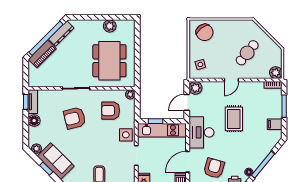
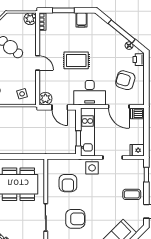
plant: (130, 94) -> (52, 164), removed
armchair: (75, 118) -> (75, 219), turned -76

